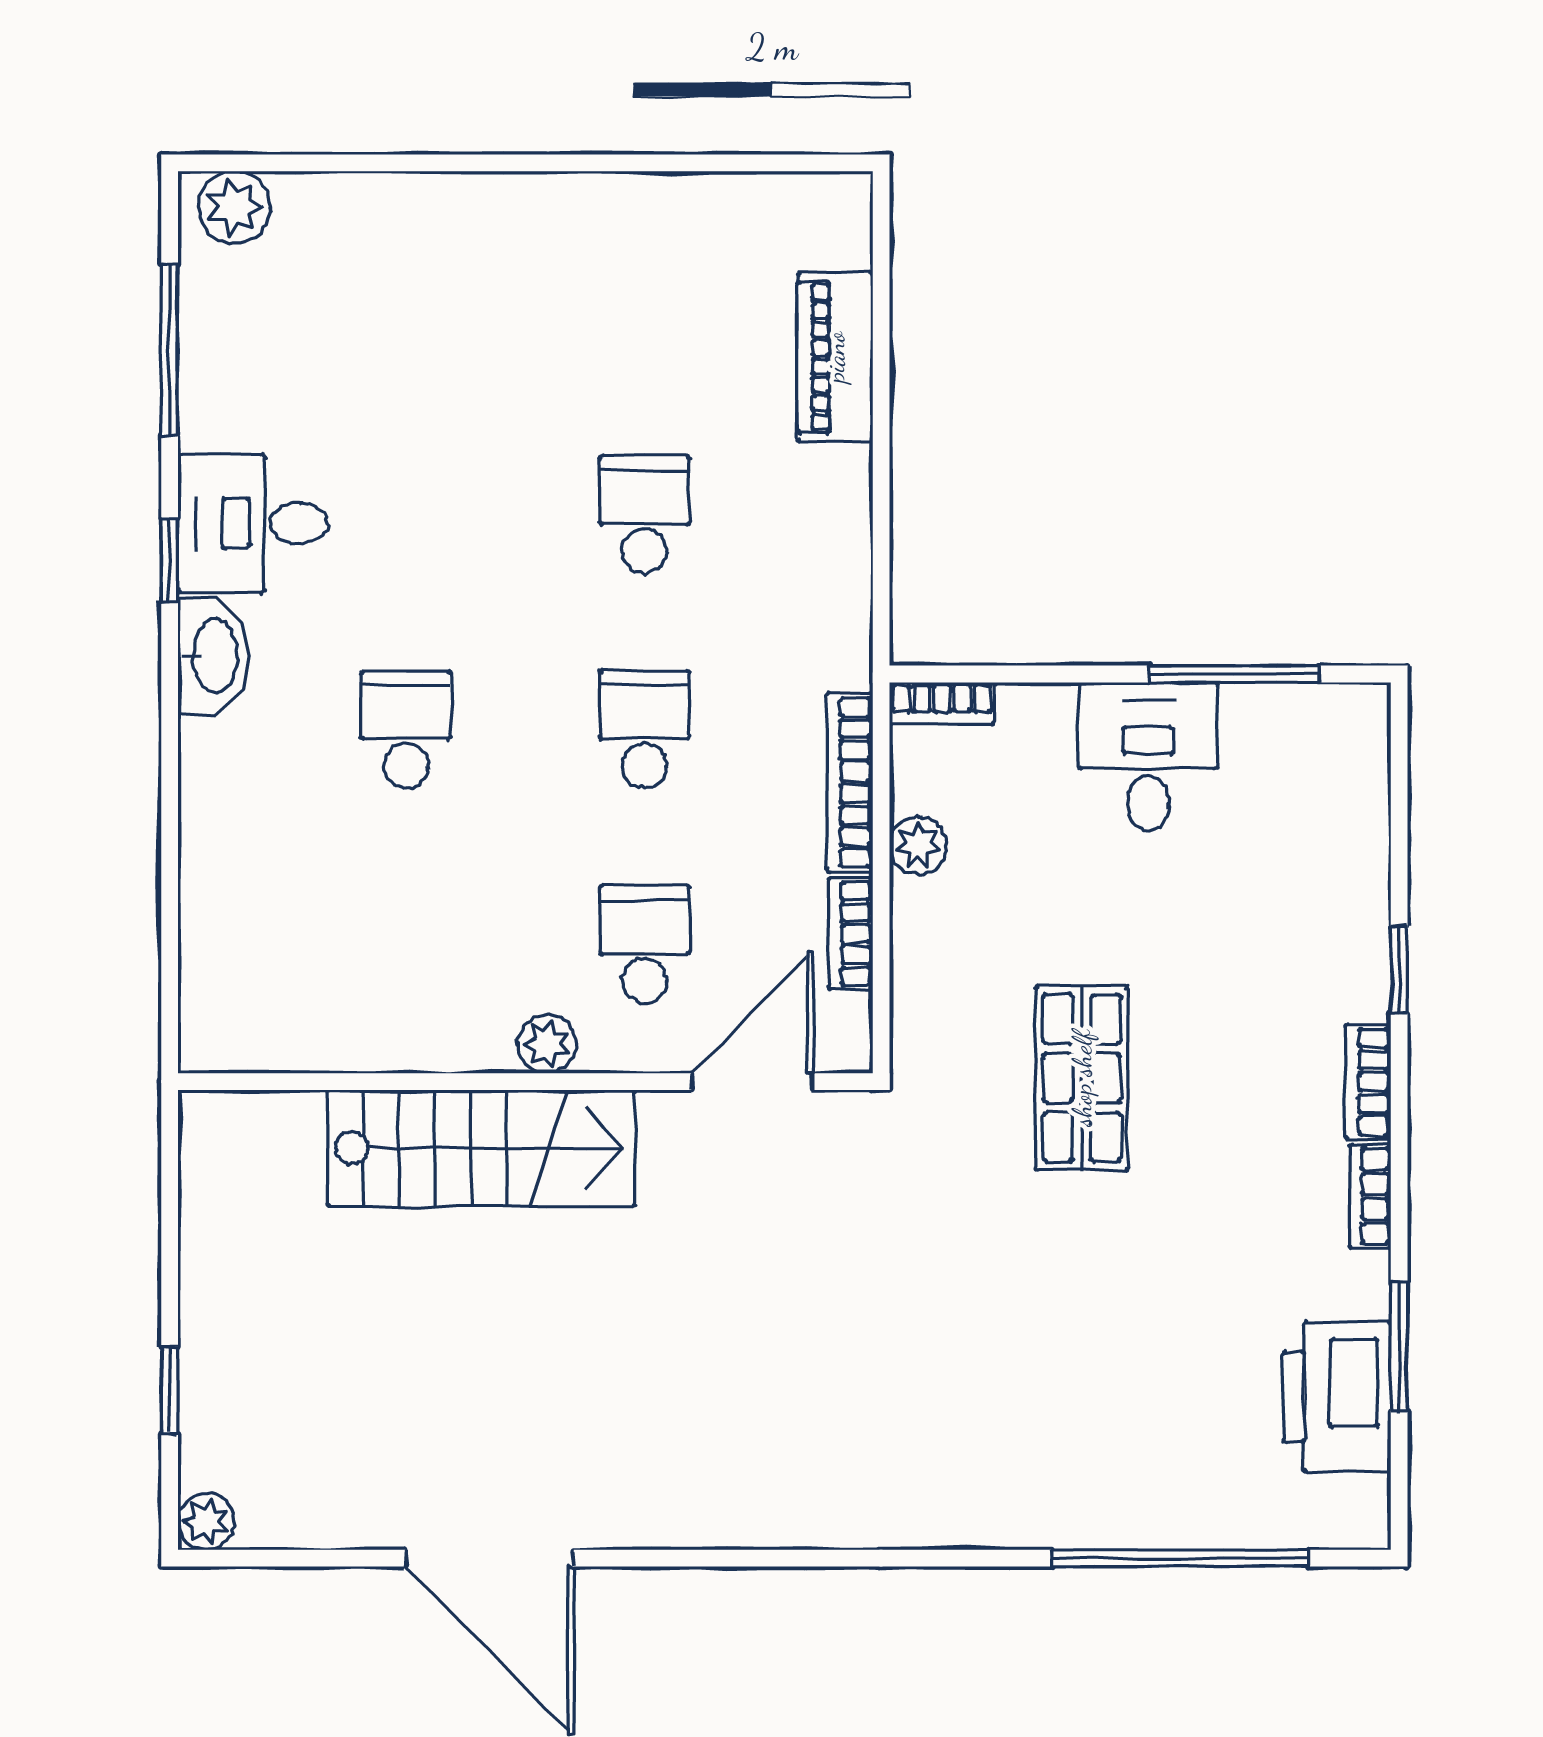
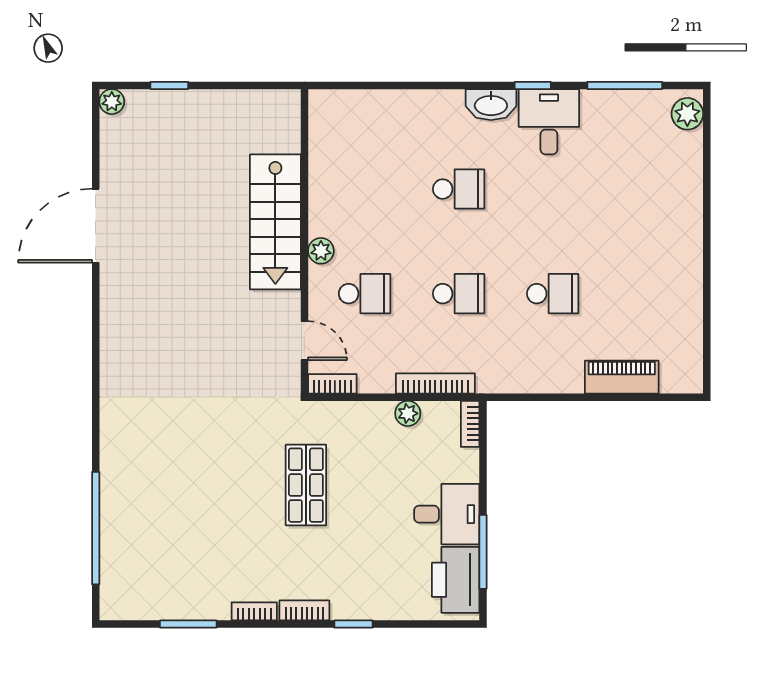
bookcase: (851, 934) -> (332, 384), moved
shop shelf: (1082, 1078) -> (306, 485), turned 90
door: (752, 1082) -> (304, 341), width x0.73
printer: (1337, 1397) -> (456, 580), moved, turned -90

